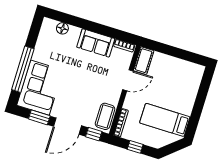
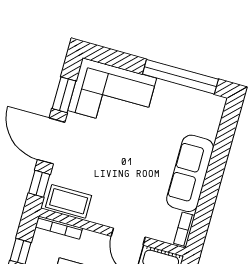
floor lamp: (62, 28) -> (209, 128), removed
sofa: (96, 43) -> (190, 173), width x1.36
window: (23, 69) -> (180, 77), moved

